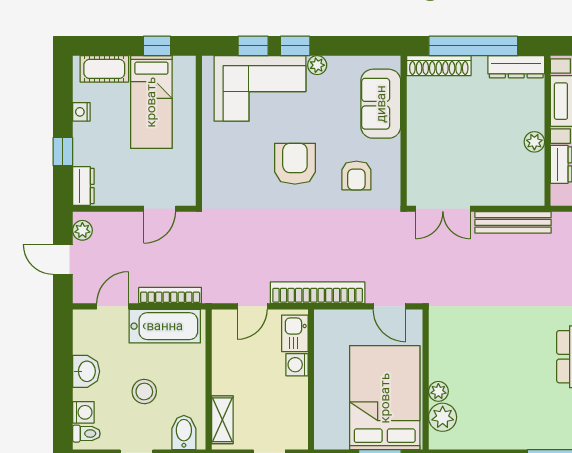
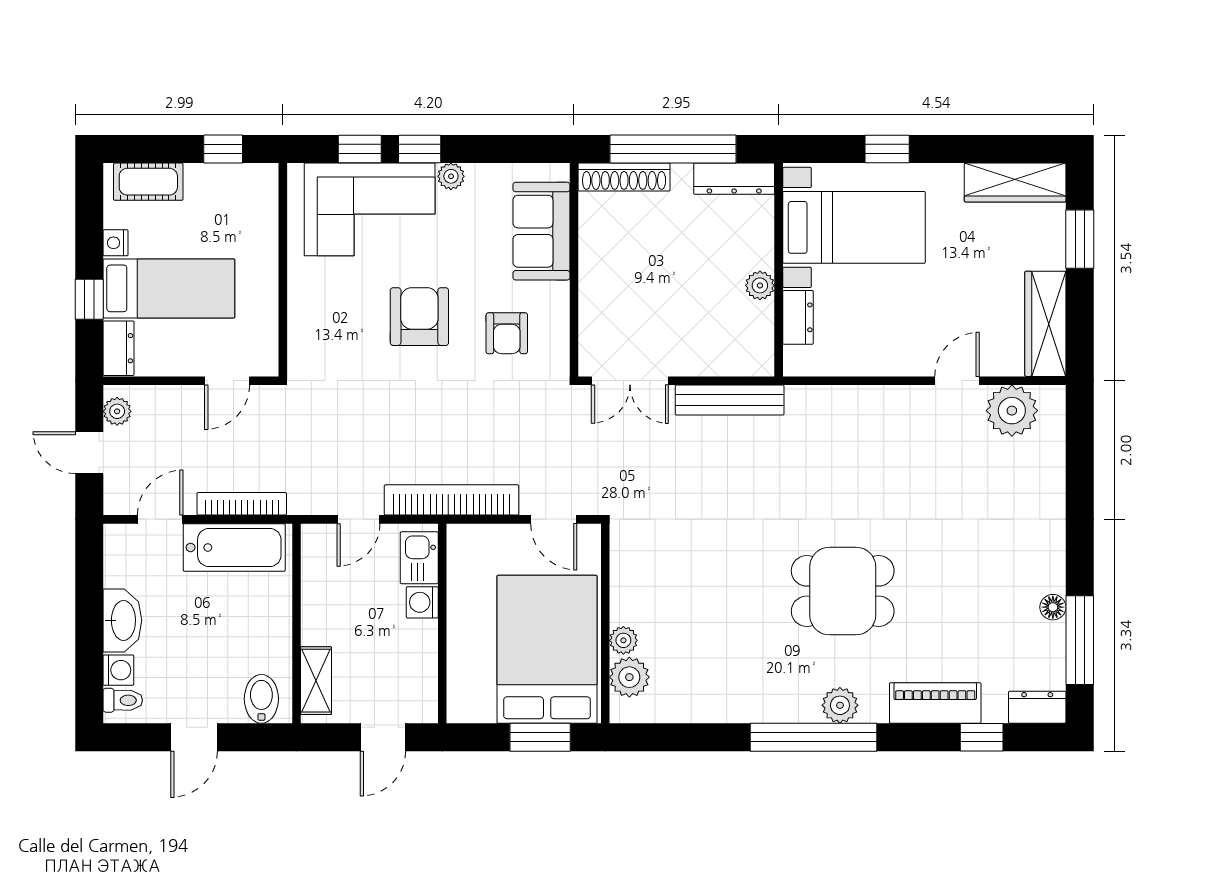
bed: (151, 102) -> (169, 288), moved, turned -90
washbasin: (86, 371) -> (122, 620), width x1.38
stool: (144, 391) -> (205, 640), removed

